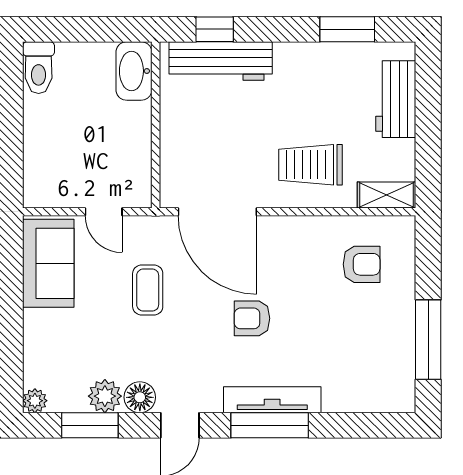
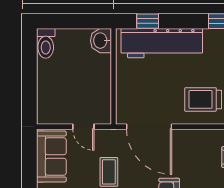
workbench: (221, 61) -> (162, 43), width x1.36, depth x1.32
washbasin: (134, 71) -> (101, 41), width x0.72

